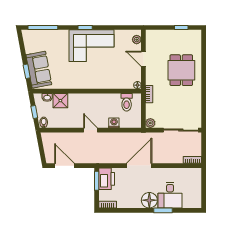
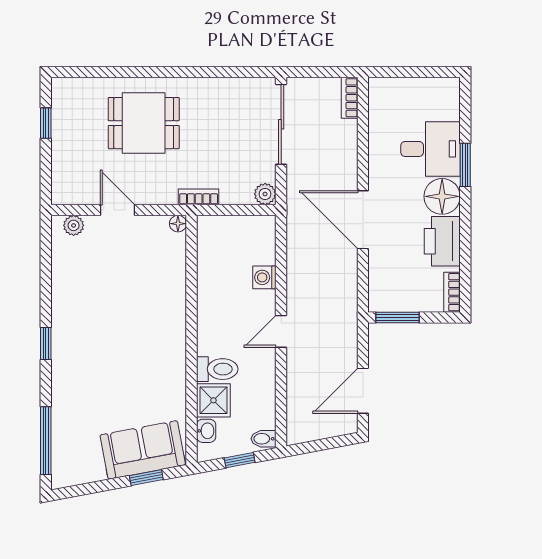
corner sofa: (91, 46) -> (87, 329), removed
door: (143, 59) -> (117, 210), swing flipped
toilet: (127, 102) -> (217, 369), moved
printer: (107, 179) -> (442, 241), moved, turned -90

